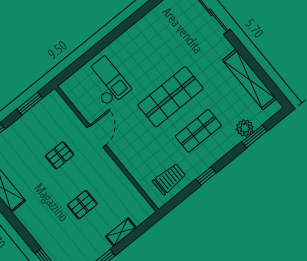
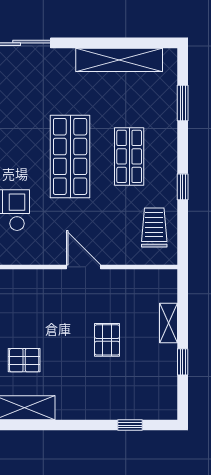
plant: (245, 128) -> (166, 106), removed
door: (97, 136) -> (83, 267), moved
pallet: (60, 155) -> (24, 360), moved, turned 90

